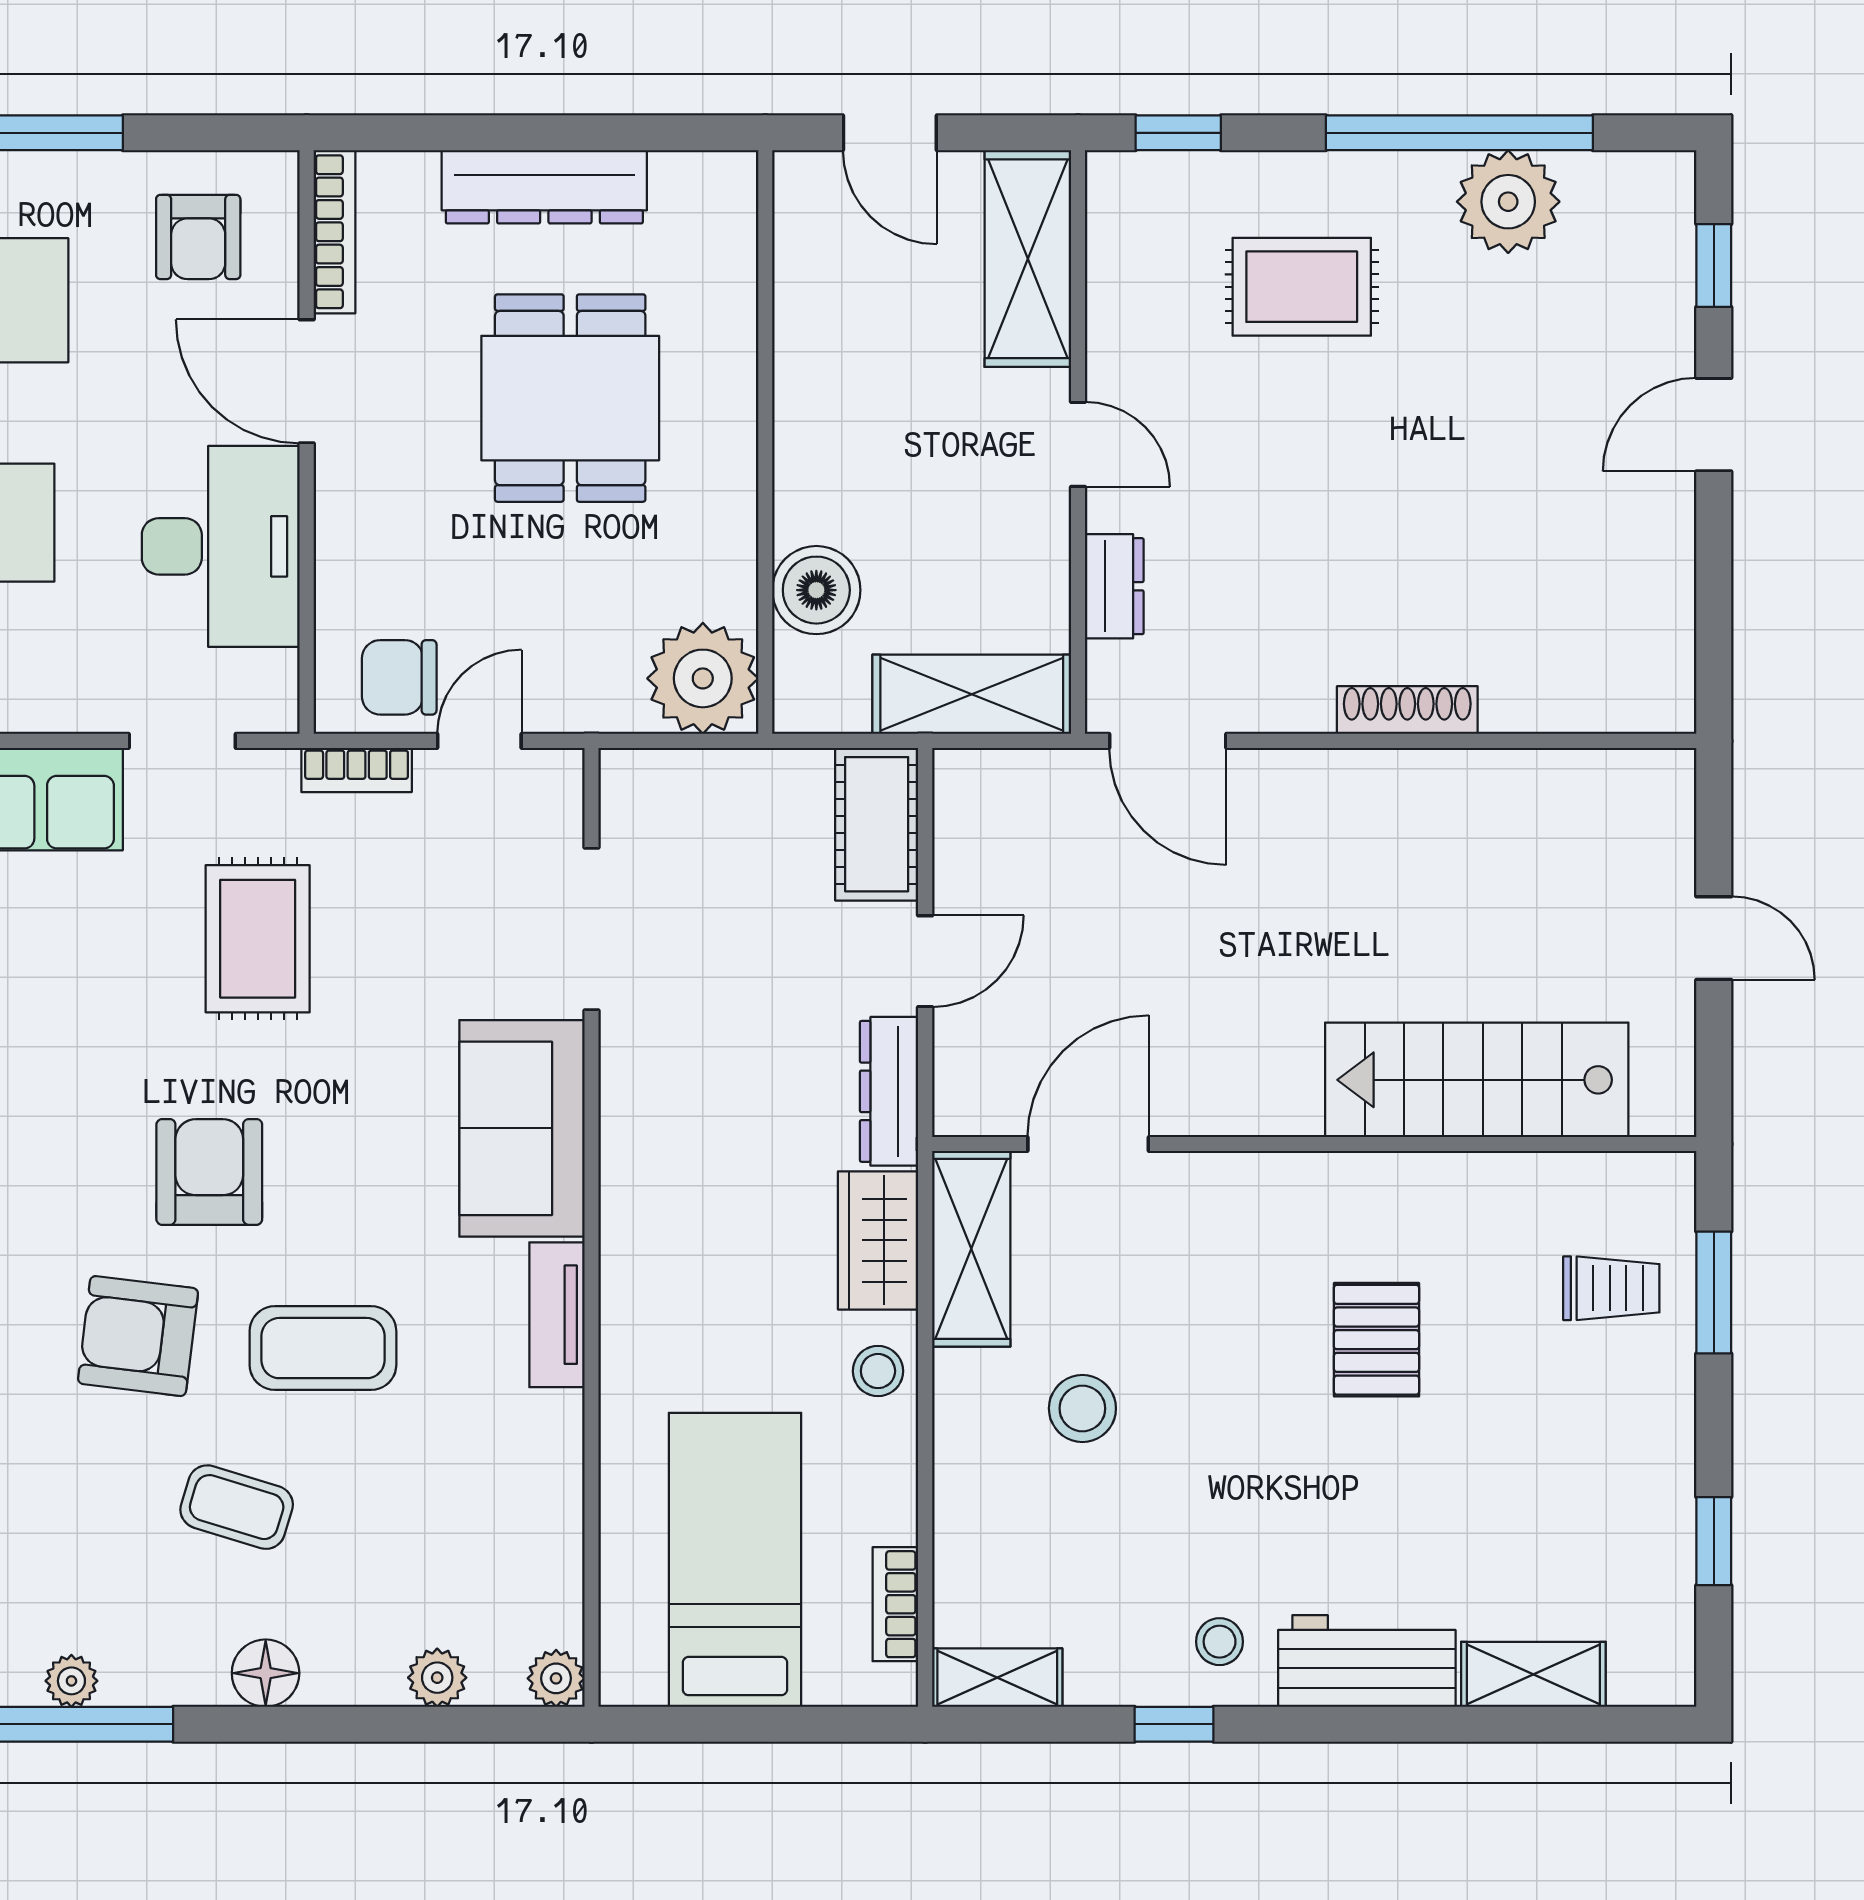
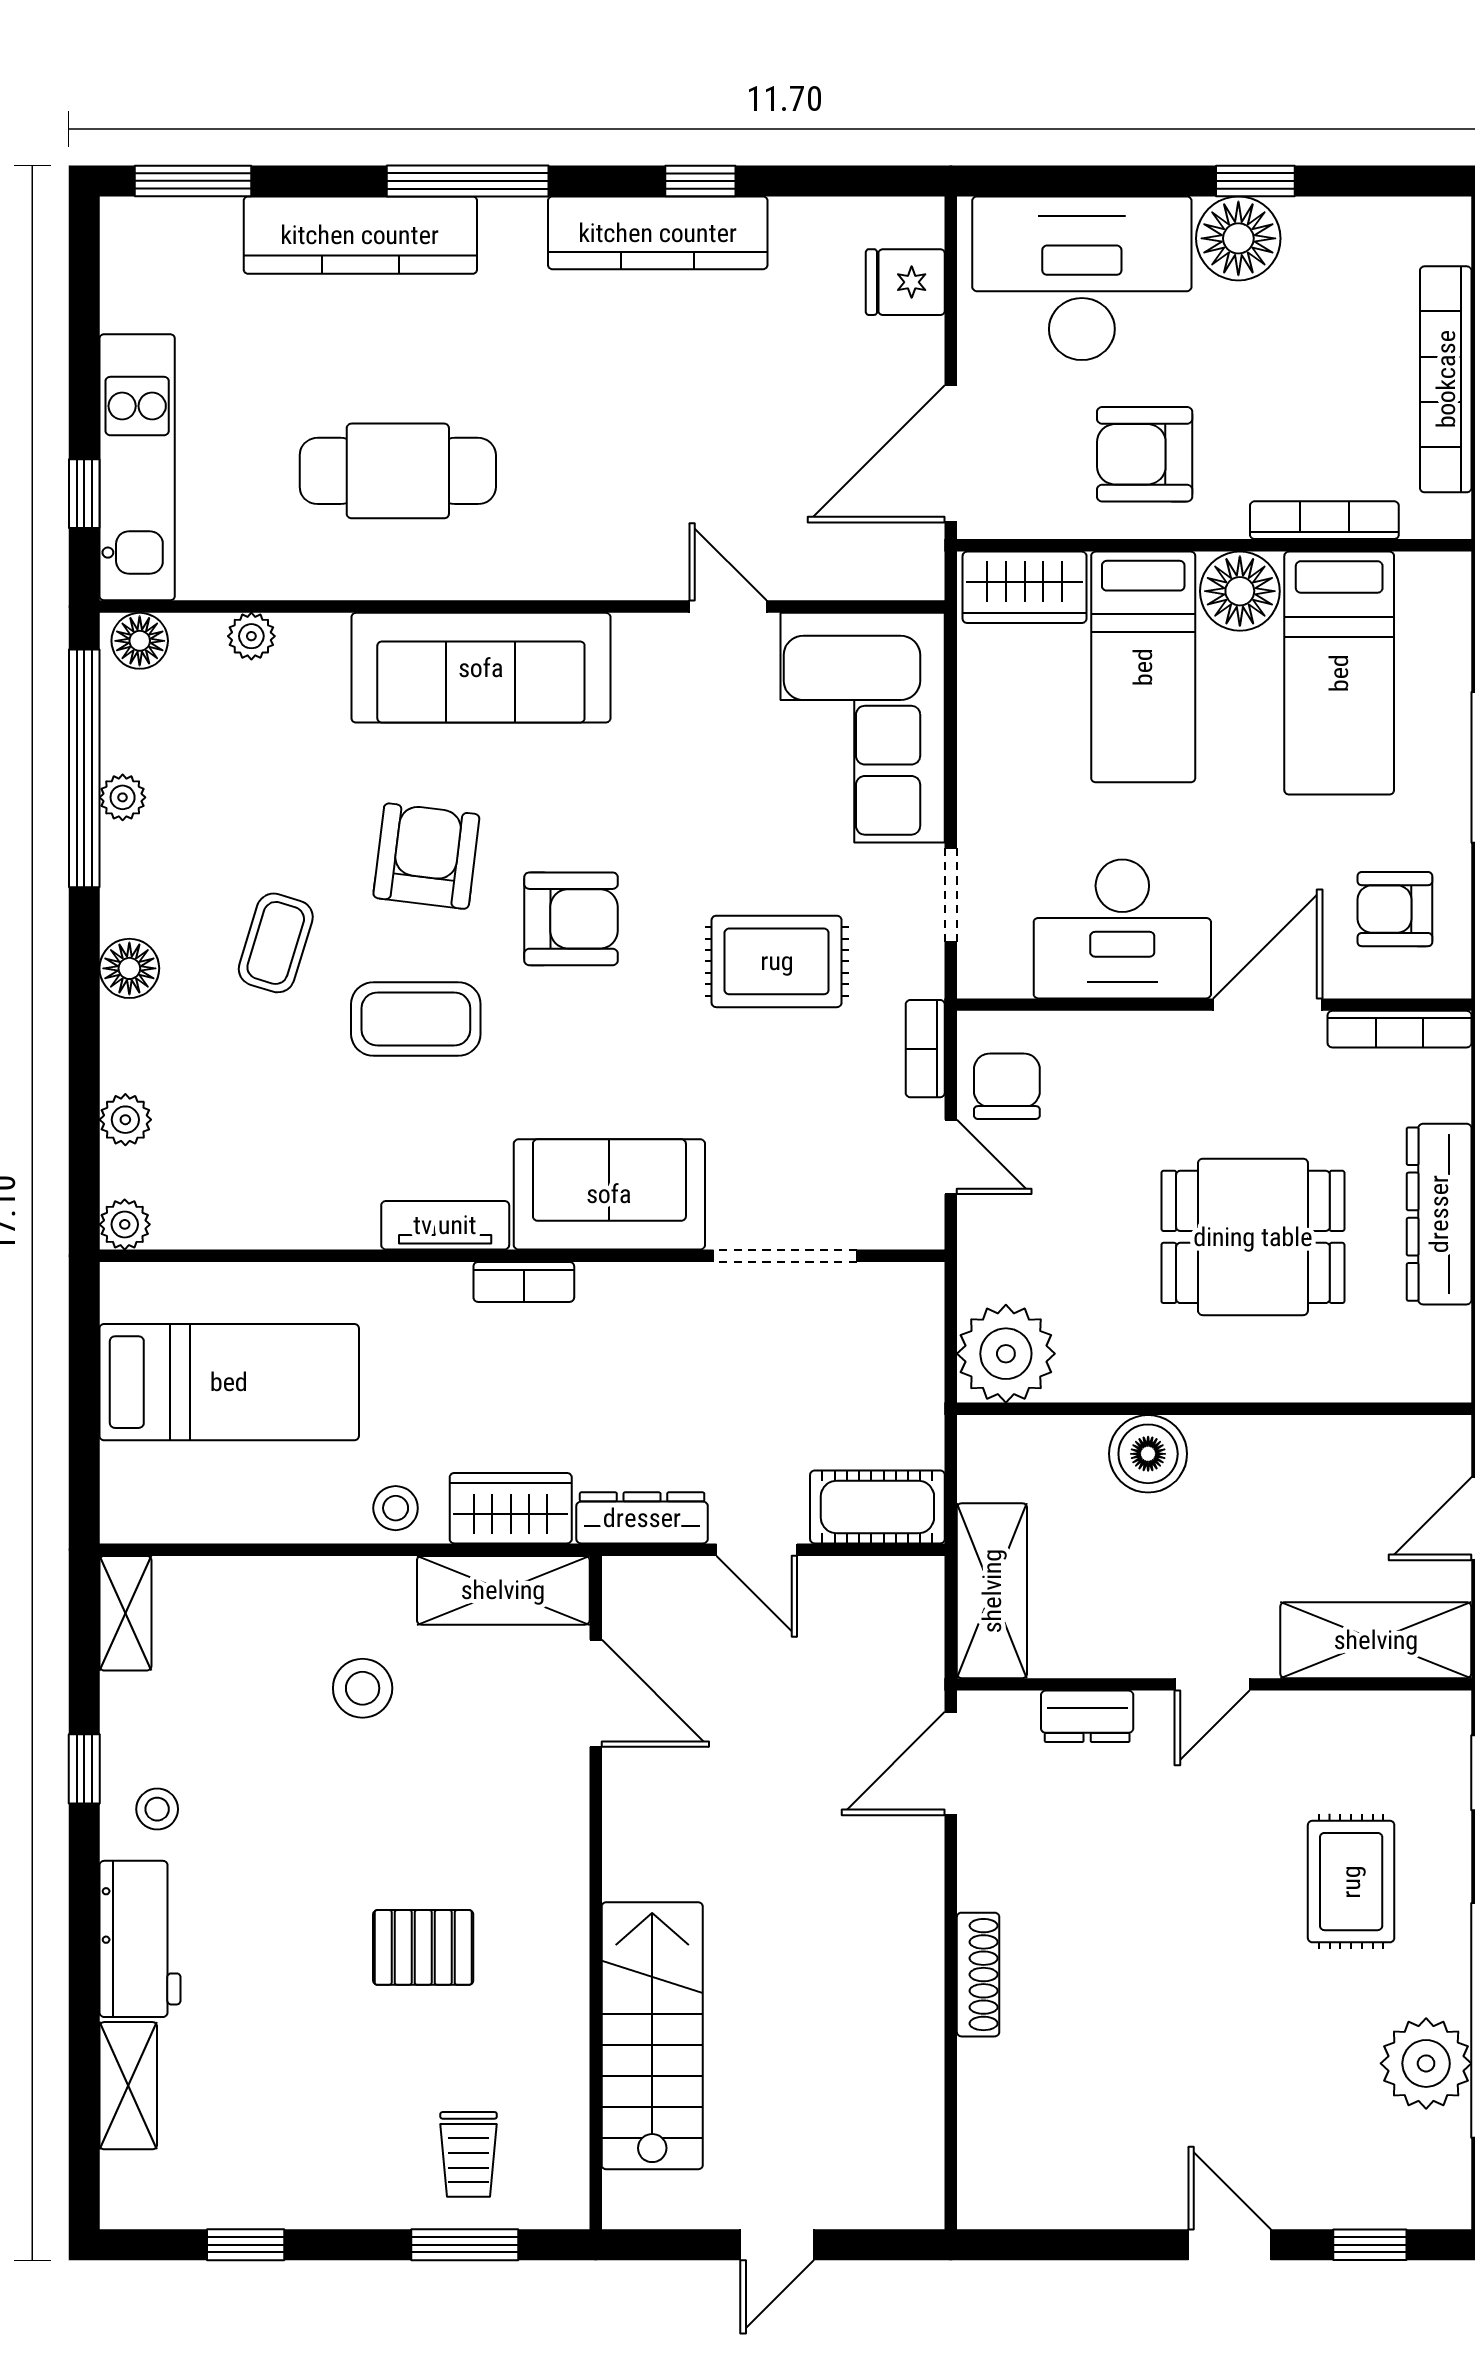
boiler: (816, 590) -> (1148, 1454), moved
coffee table: (323, 1348) -> (416, 1019), turned 90
bookcase: (895, 1604) -> (524, 1282), moved, turned 180

